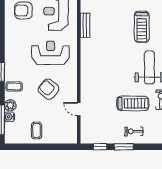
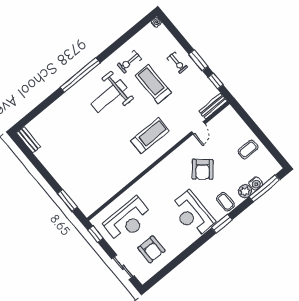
bench: (85, 25) -> (213, 106), moved
treadmill: (142, 27) -> (150, 136), moved
reception desk: (51, 53) -> (192, 214), moved

